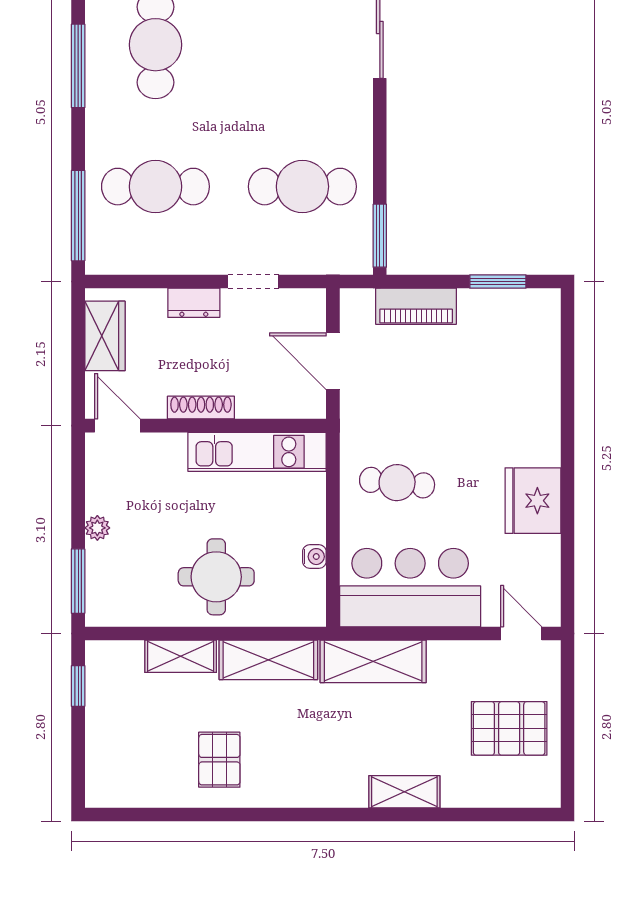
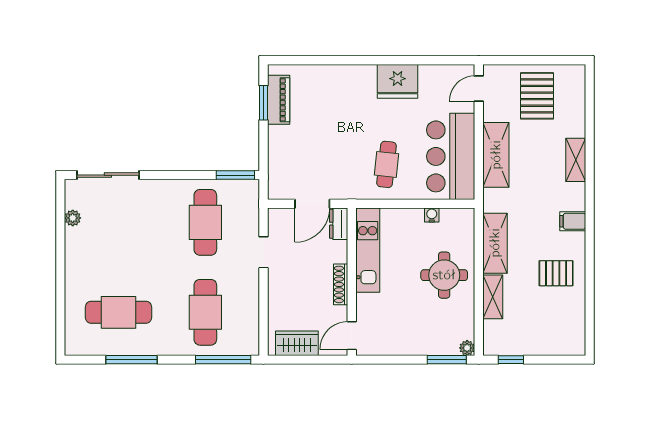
dresser: (194, 303) -> (339, 224), moved, turned 180
piano: (416, 306) -> (279, 100), moved
plant: (97, 528) -> (467, 348), moved
shelving: (373, 661) -> (496, 155), moved
filing cabinet: (304, 787) -> (573, 221), added

